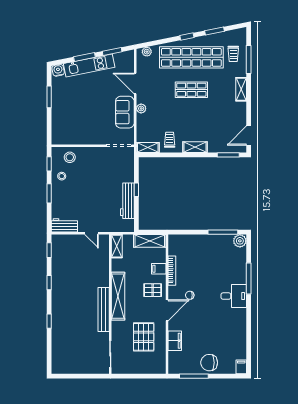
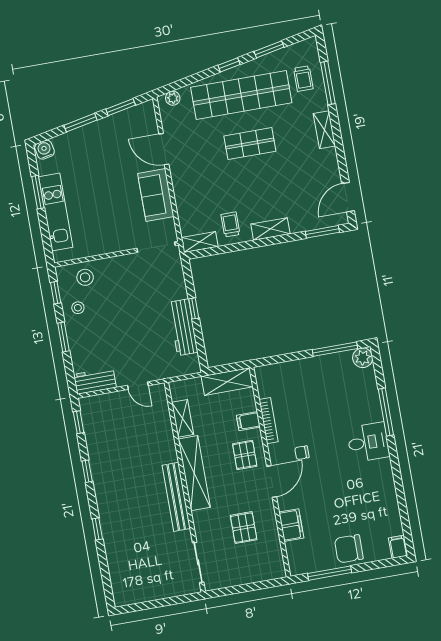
kitchen unit: (89, 65) -> (56, 212), moved, turned -79
plant: (141, 108) -> (179, 185), removed
shelving: (117, 246) -> (183, 418), moved
pallet: (153, 290) -> (245, 455), turned 90
pallet: (144, 337) -> (244, 528), width x0.67, depth x0.71

